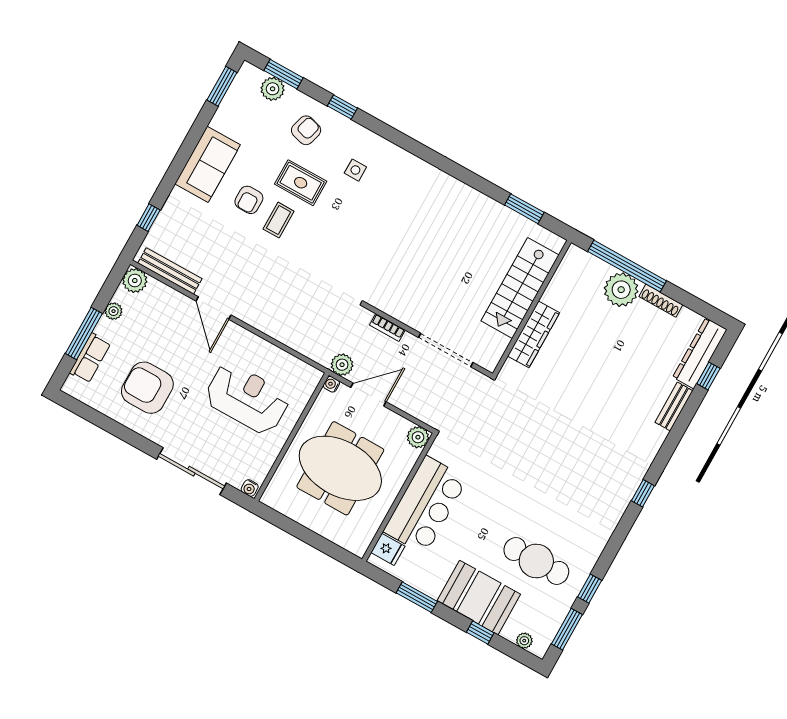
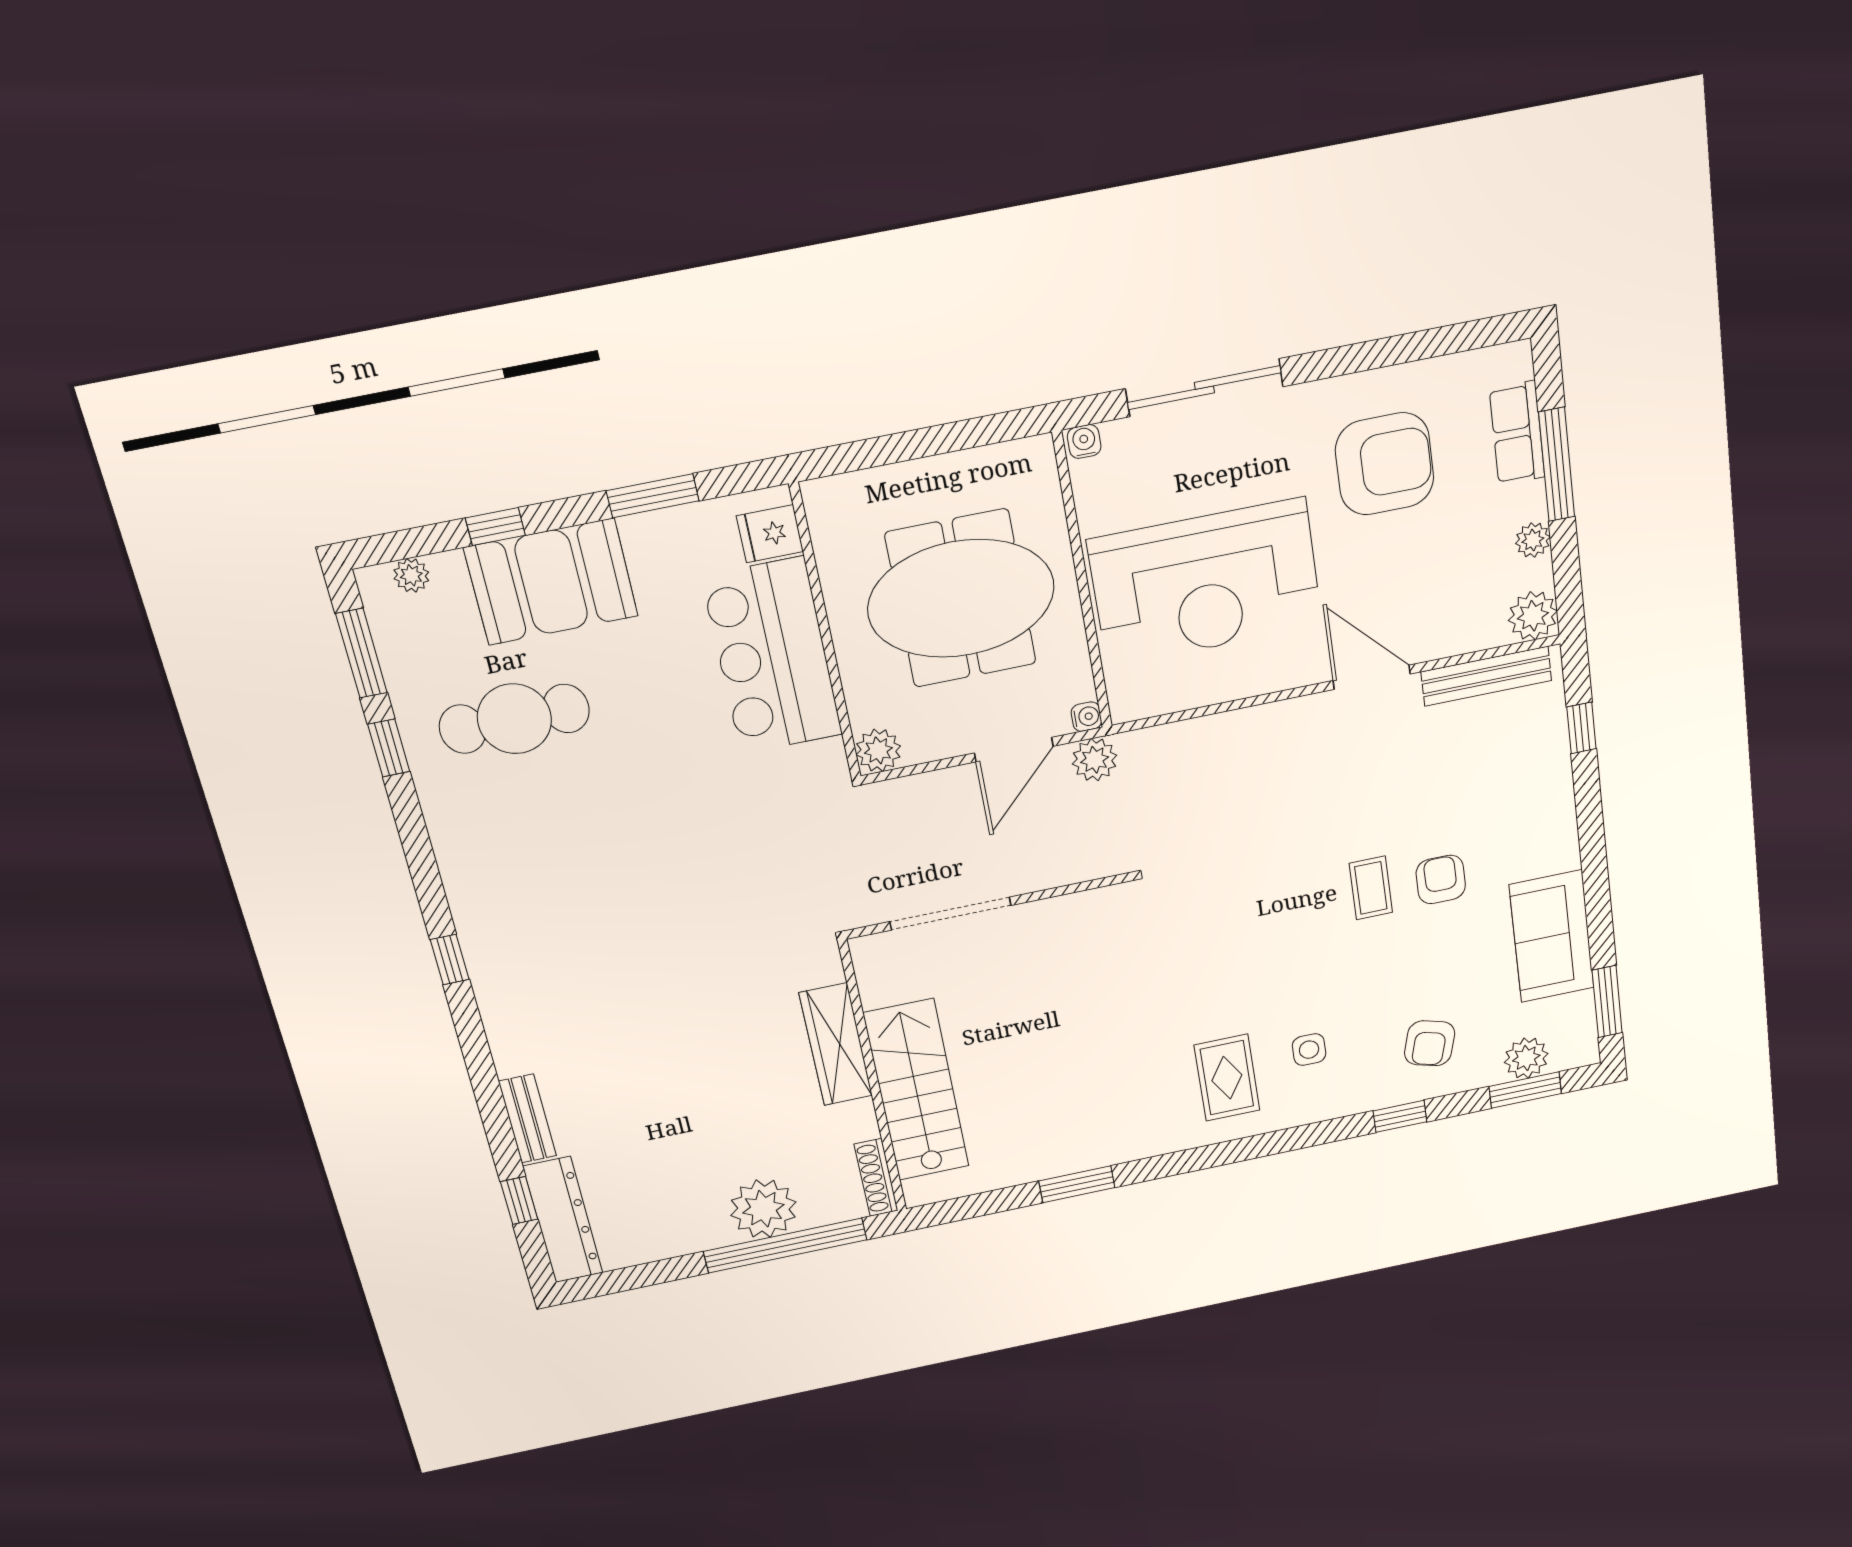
sofa: (208, 164) -> (1552, 936), moved
rug: (301, 183) -> (1227, 1078), moved, turned 90
window: (524, 209) -> (1077, 1184), moved
shoe rack: (661, 301) -> (876, 1178), moved, turned -90
bookcase: (387, 328) -> (1070, 872), removed
reception desk: (247, 398) -> (1206, 583), width x1.36, depth x1.30

